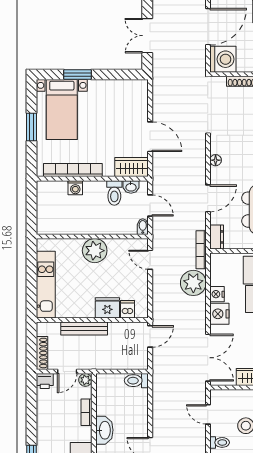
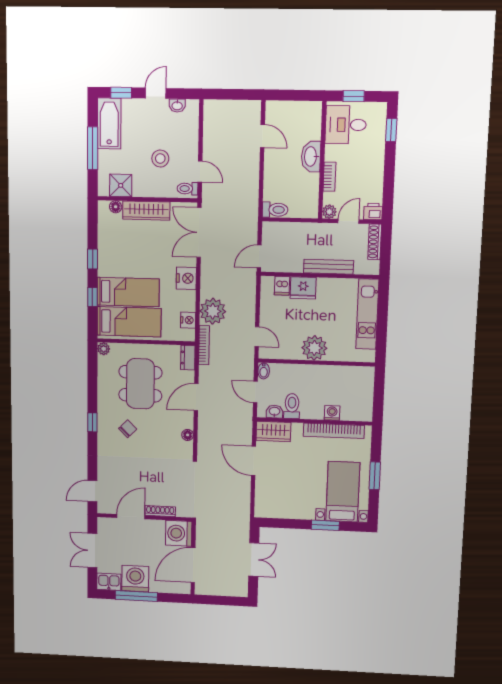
nightstand: (217, 294) -> (188, 320), moved
toilet: (220, 442) -> (187, 189), moved

